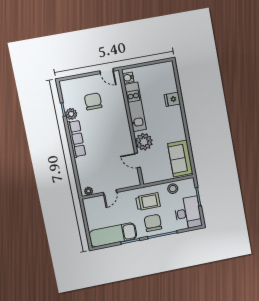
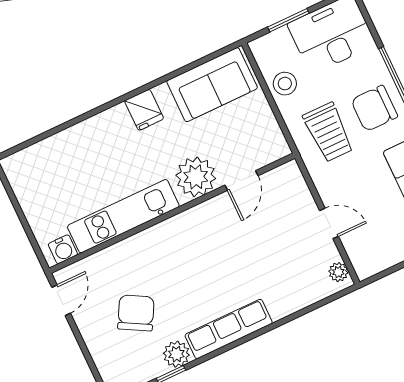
fridge: (172, 99) -> (144, 110), moved
chair: (93, 101) -> (136, 313), turned 119
trolley: (148, 202) -> (328, 132), turned 180

